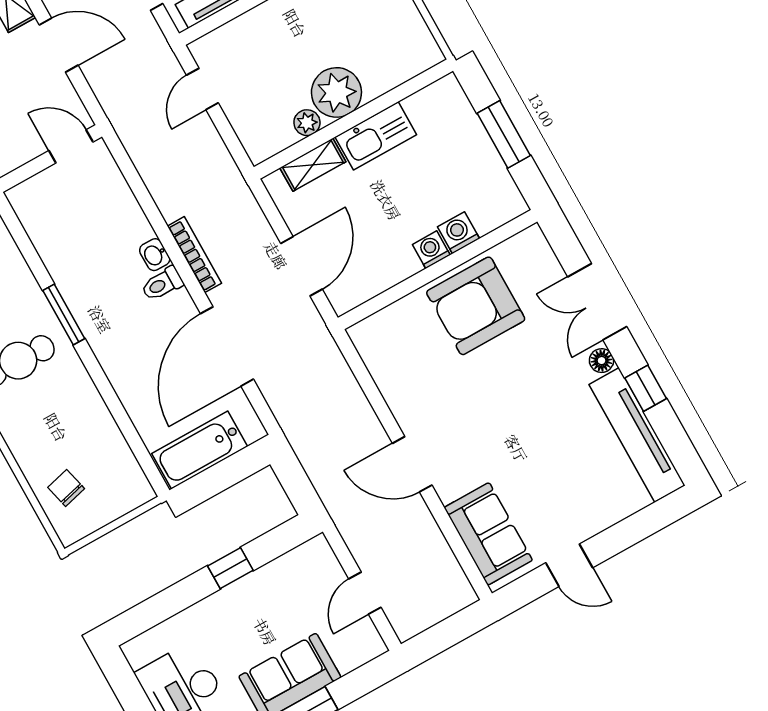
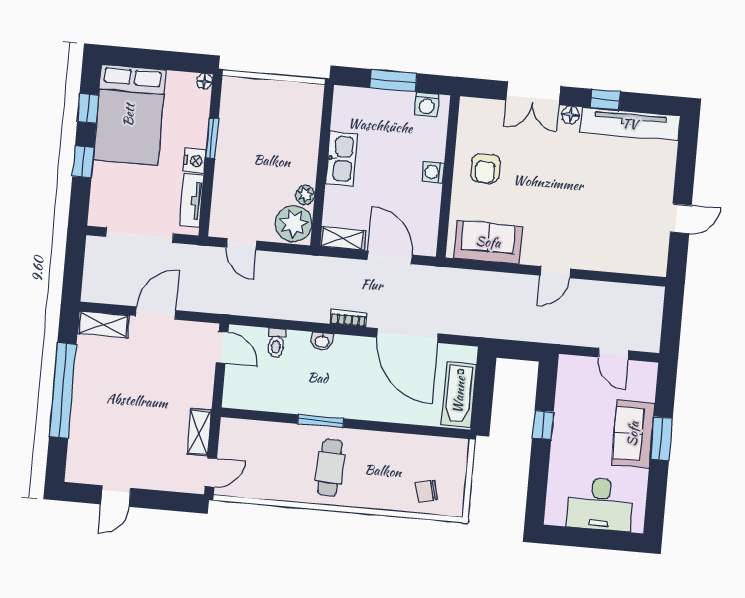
plant: (336, 92) -> (294, 224), moved
door: (71, 146) -> (222, 347), swing flipped
shelving: (313, 165) -> (343, 238), moved, turned 90
washing machine: (459, 233) -> (427, 105), moved, turned -90
bookcase: (194, 255) -> (349, 318), width x0.64
toilet: (162, 284) -> (276, 343), moved
armchair: (476, 306) -> (485, 168), width x0.53, depth x0.53
door: (412, 464) -> (555, 272), width x0.73
sofa: (488, 534) -> (488, 242), moved

